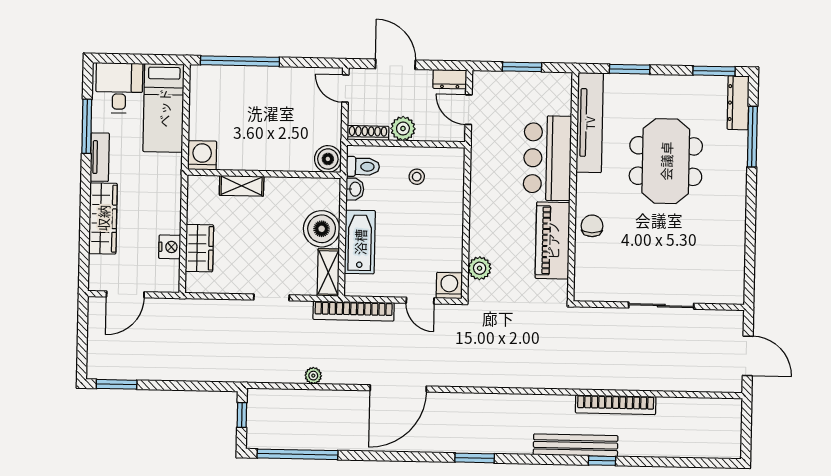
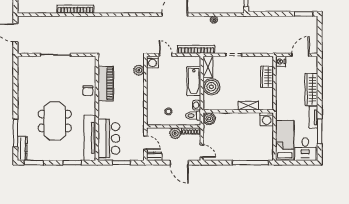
bar counter: (547, 158) -> (109, 138), moved
nightstand: (170, 247) -> (281, 61), moved

